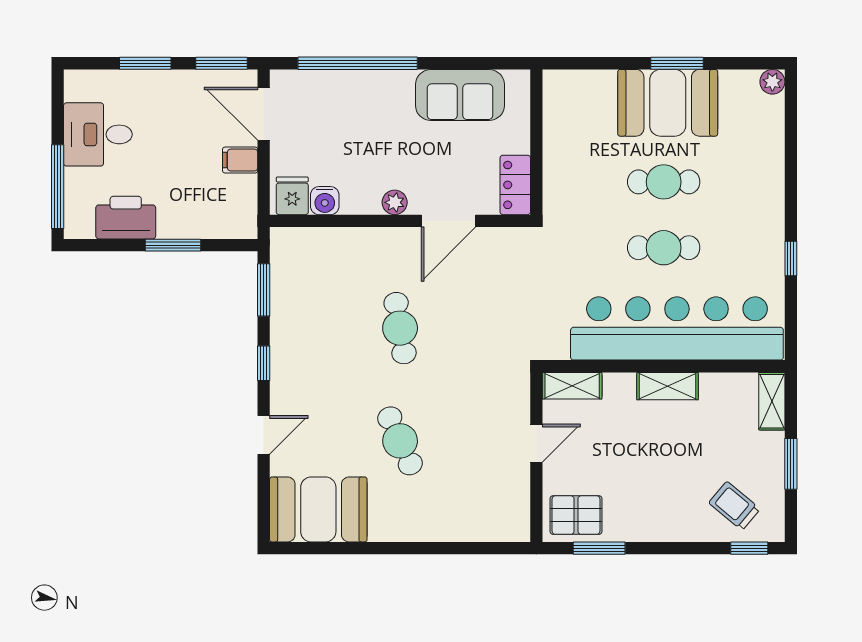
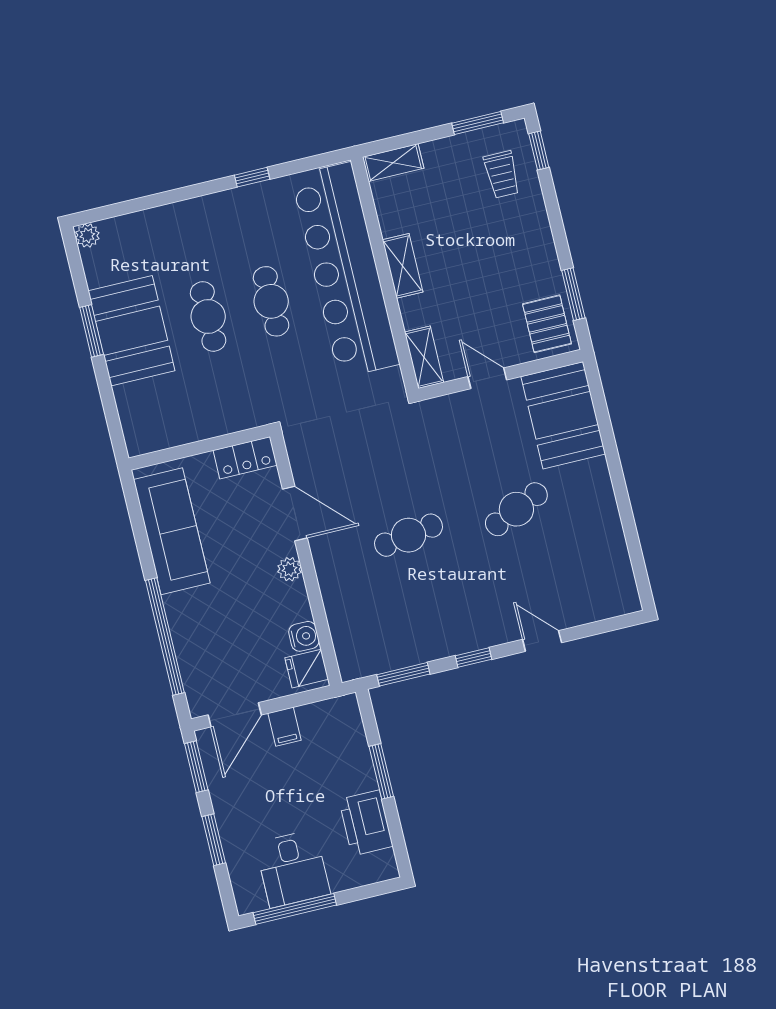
sofa: (460, 95) -> (172, 531), width x1.36
window: (58, 187) -> (295, 909), moved
window: (791, 464) -> (478, 123), moved
trolley: (734, 506) -> (502, 174), turned -40
booth: (318, 509) -> (563, 415), moved

